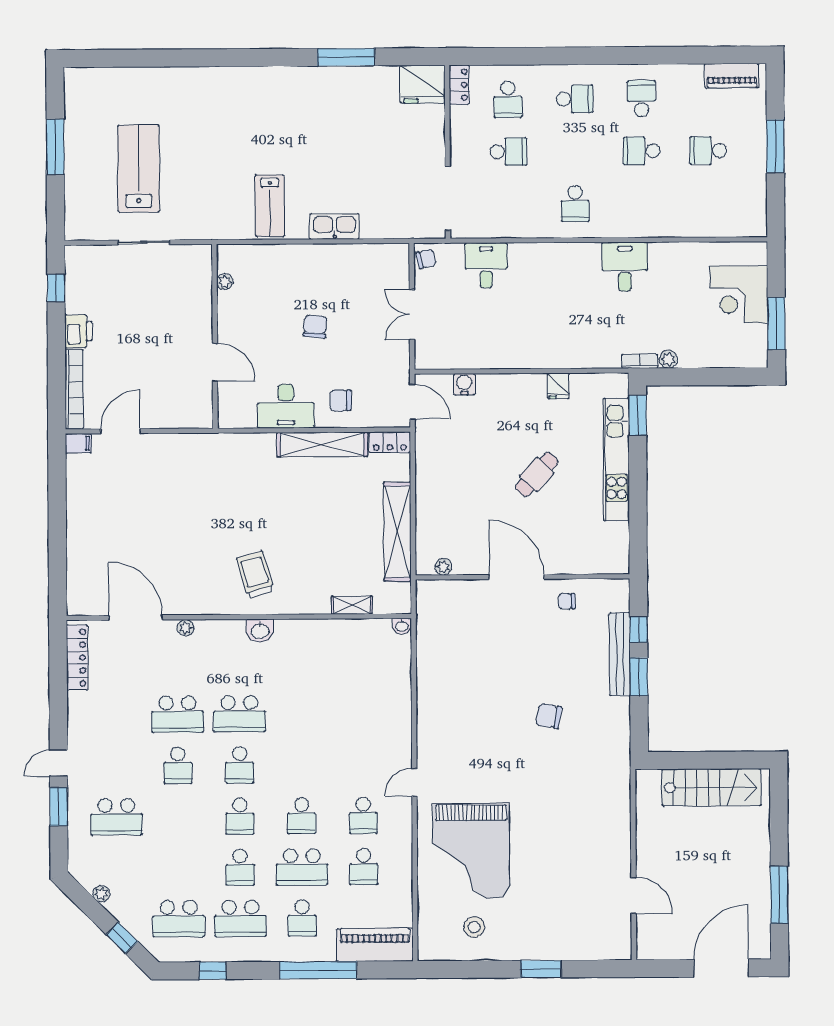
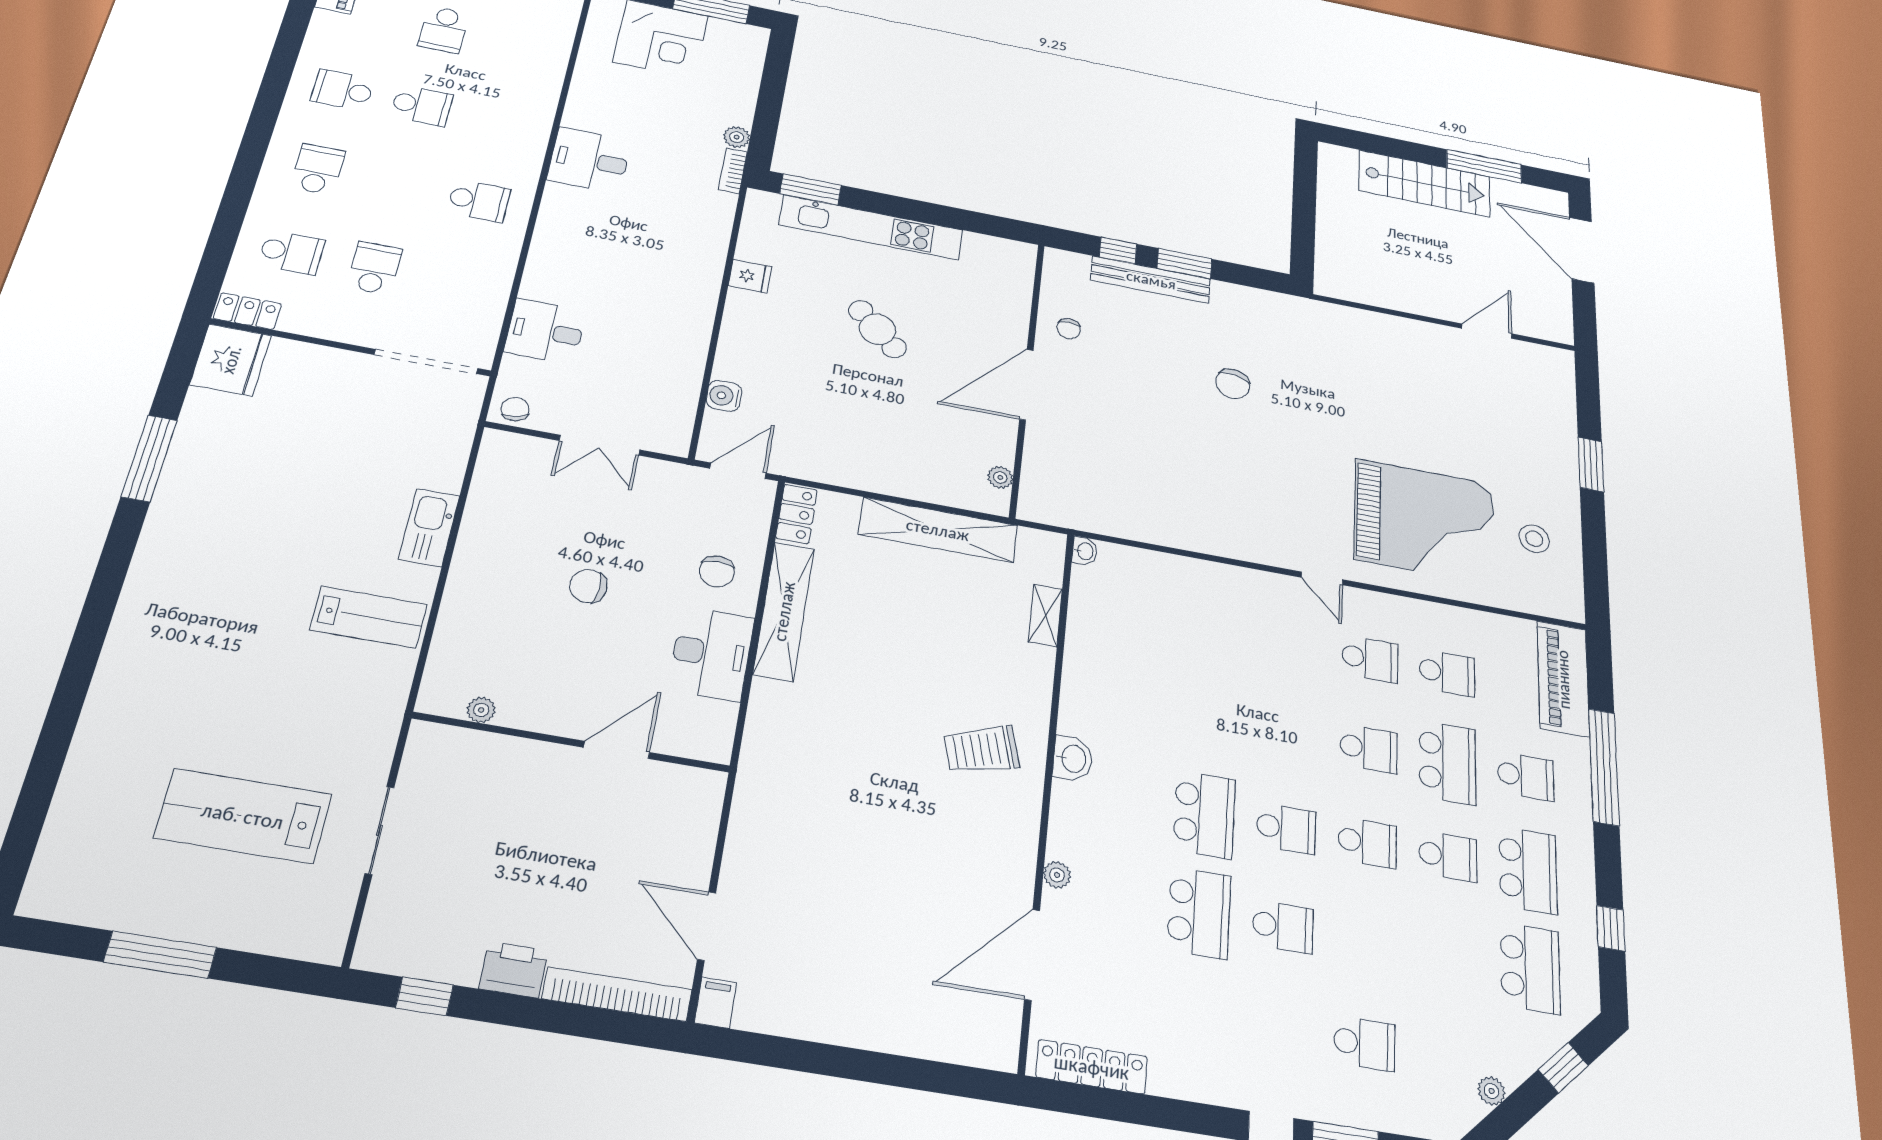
school desk: (642, 151) -> (422, 106), turned -90
stairs: (711, 787) -> (1425, 184), moved, turned 90
school desk: (116, 817) -> (1364, 1044), width x0.54

